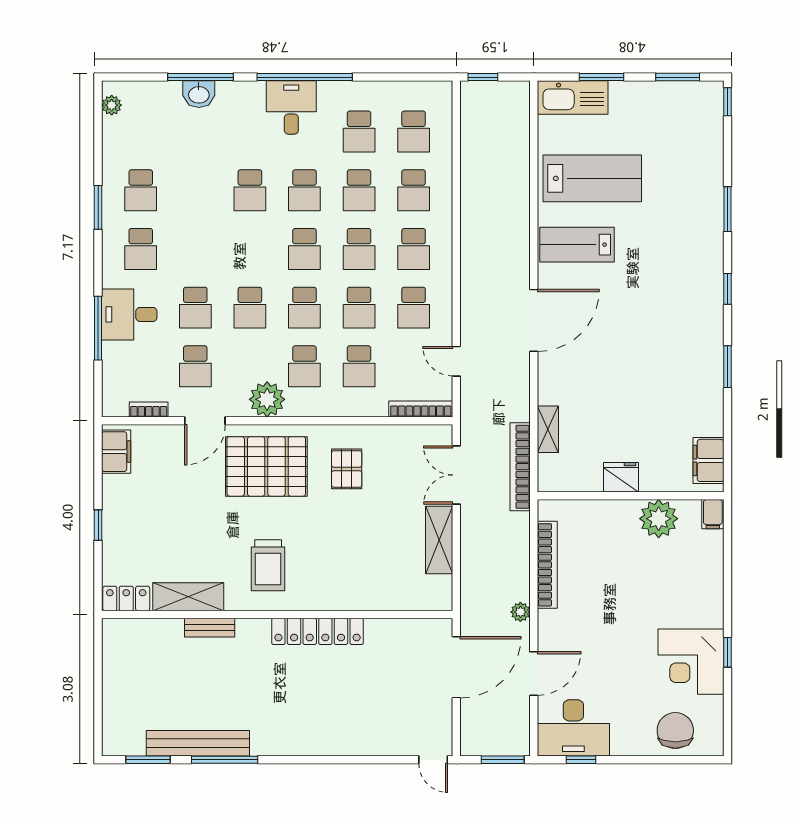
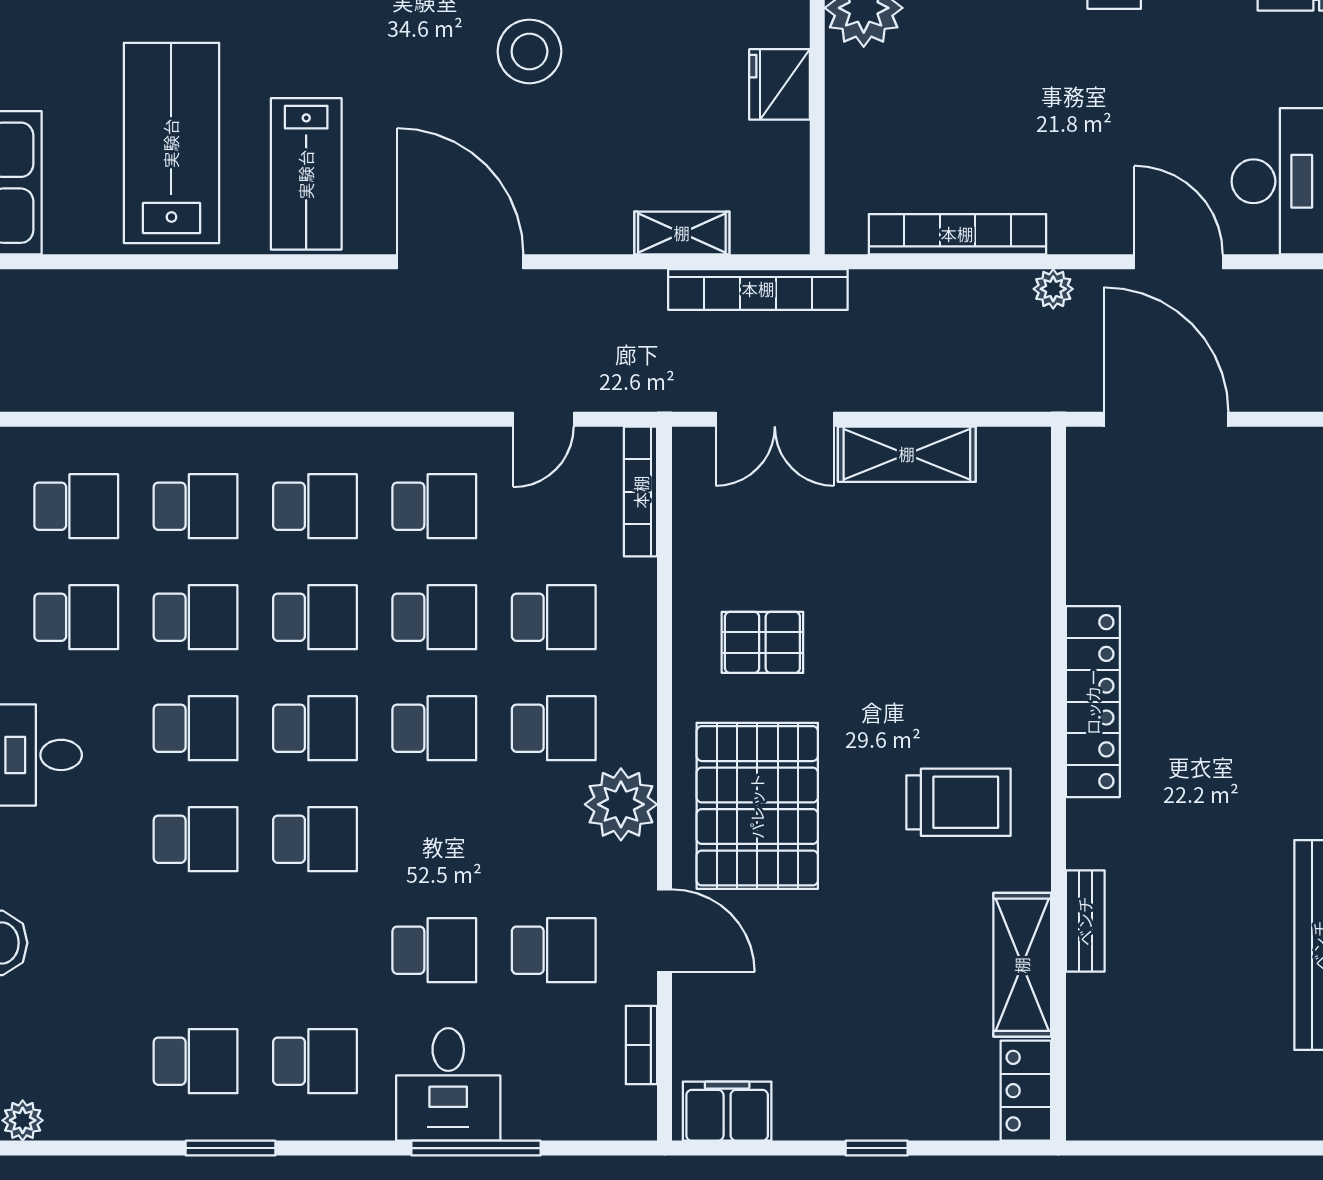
school desk: (250, 308) -> (315, 839), moved
stool: (637, 354) -> (529, 51), added

